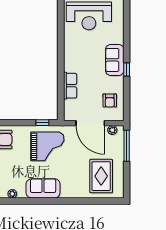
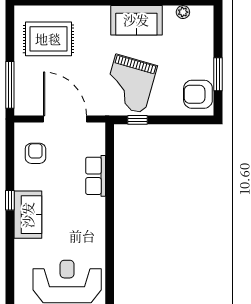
plant: (112, 130) -> (32, 109), removed
grand piano: (47, 146) -> (130, 84), turned -74
rug: (101, 176) -> (48, 39), turned 90

